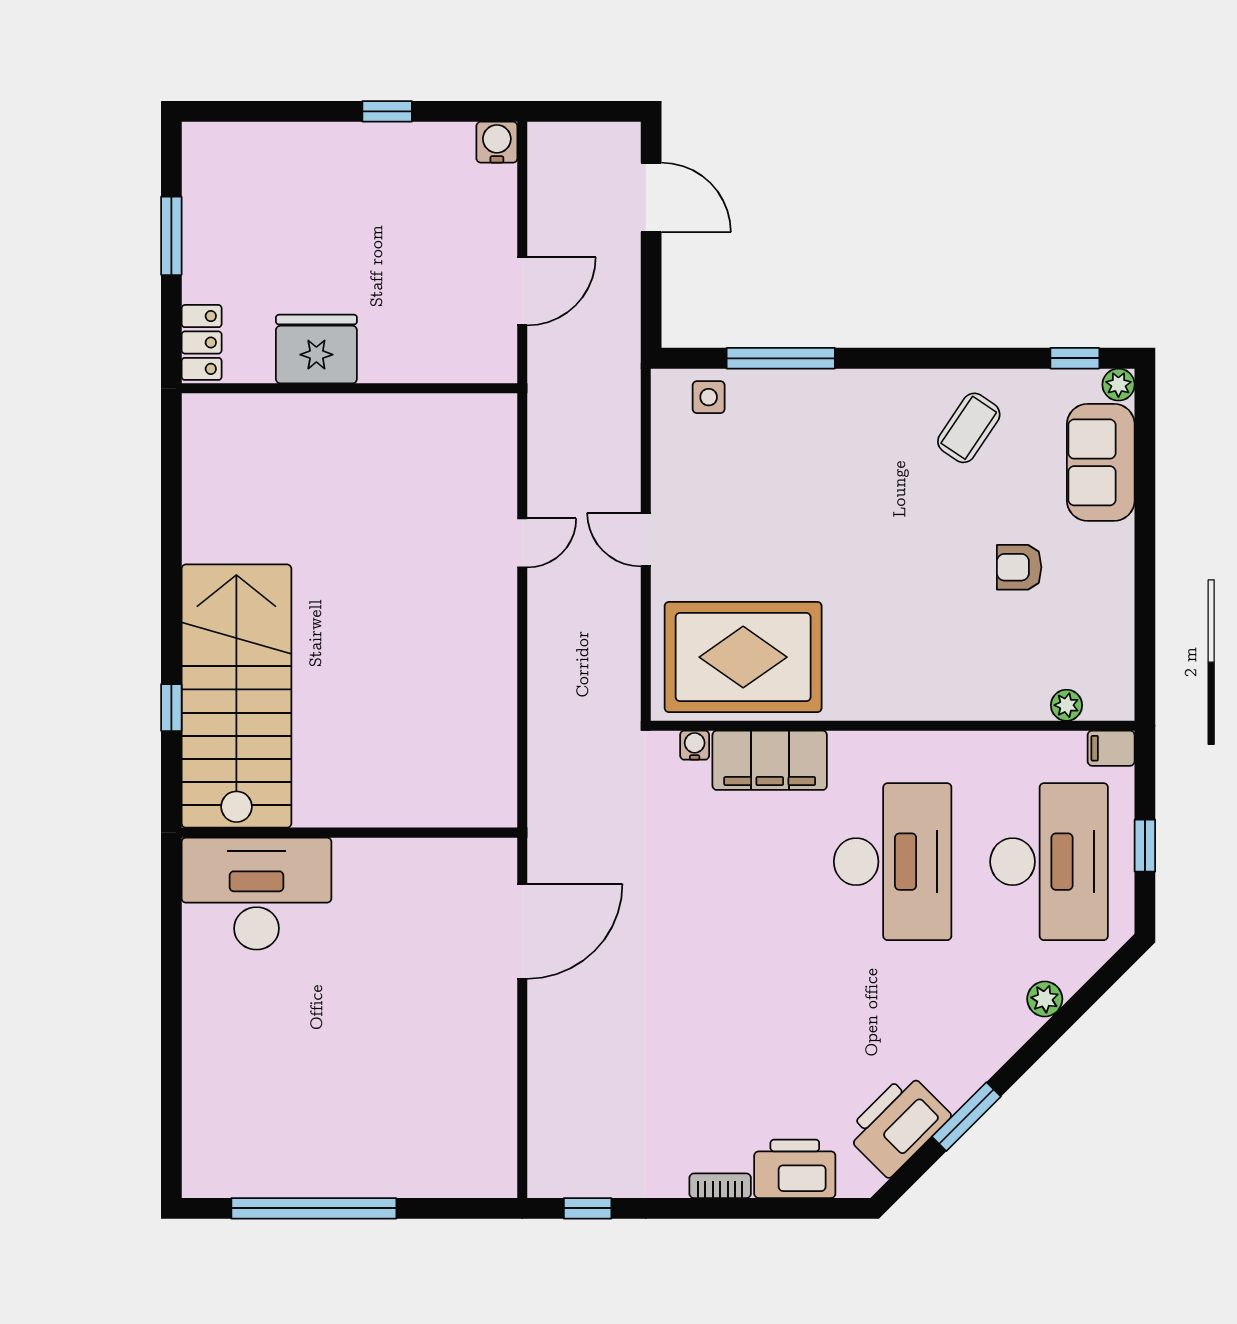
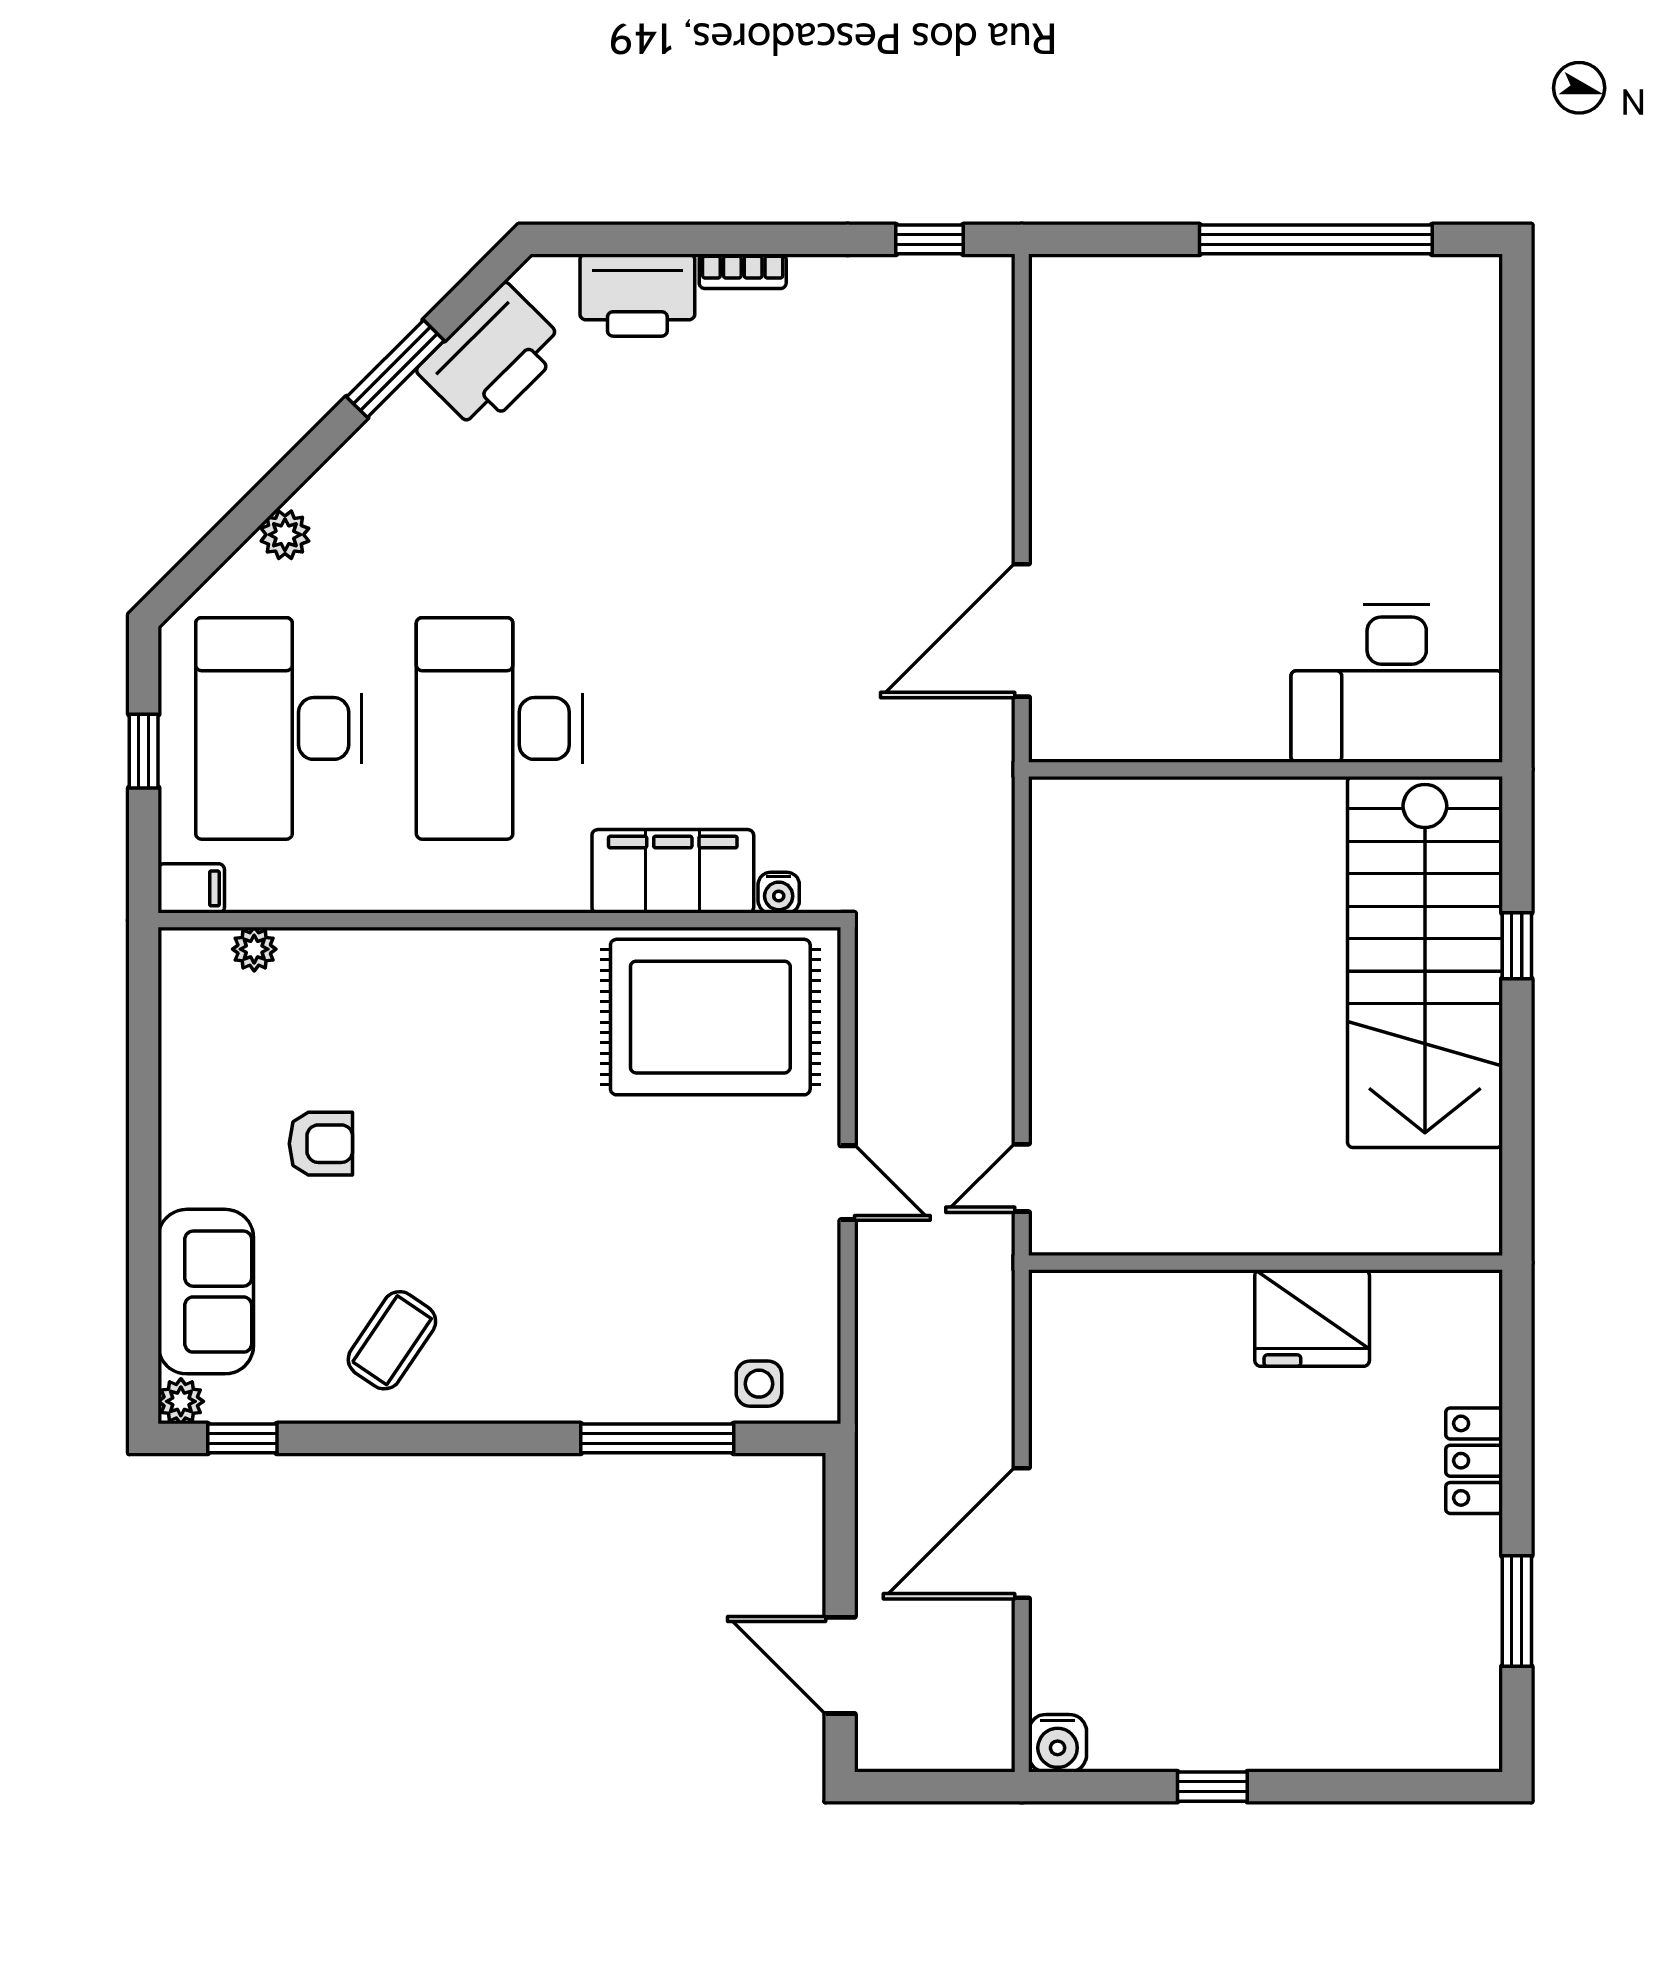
door: (522, 291) -> (1022, 1533), width x1.36
fridge: (316, 349) -> (1312, 1318), moved
wall: (349, 388) -> (1265, 1263), moved

